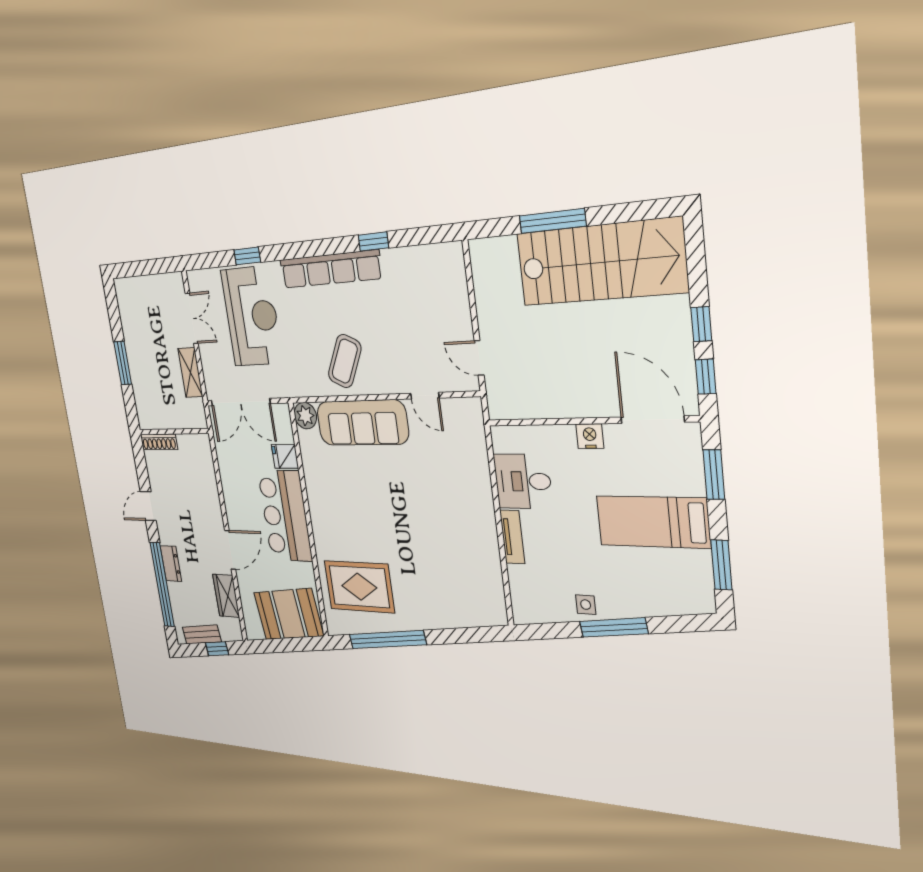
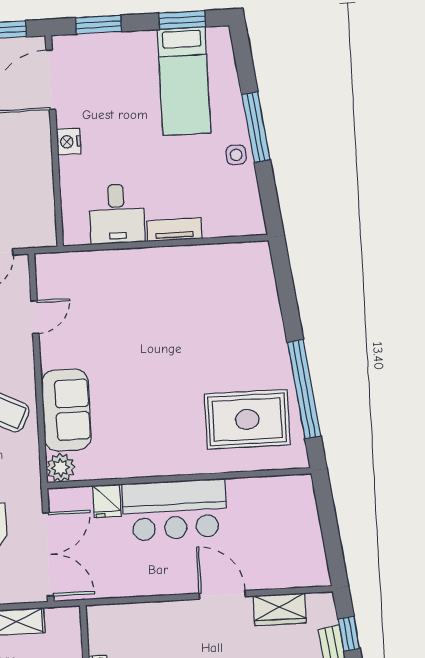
sofa: (362, 423) -> (66, 410), width x0.73
bed: (653, 522) -> (184, 81), moved
rug: (359, 587) -> (247, 419), turned 90
booth: (288, 614) -> (291, 520), removed

